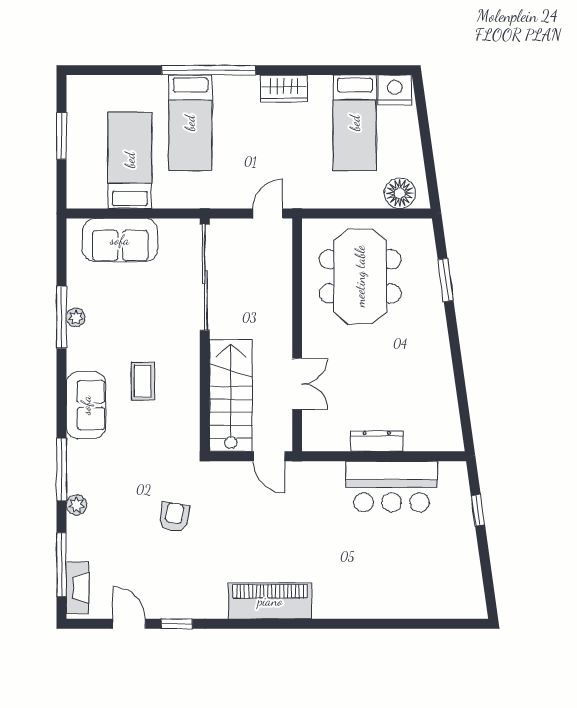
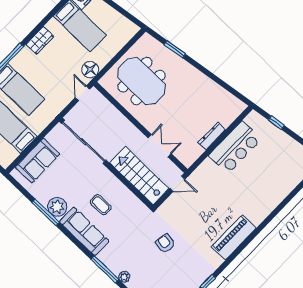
floor lamp: (400, 193) -> (90, 70), moved
plant: (76, 317) -> (57, 207), width x1.87, depth x1.87
sofa: (86, 405) -> (84, 231), width x1.36

